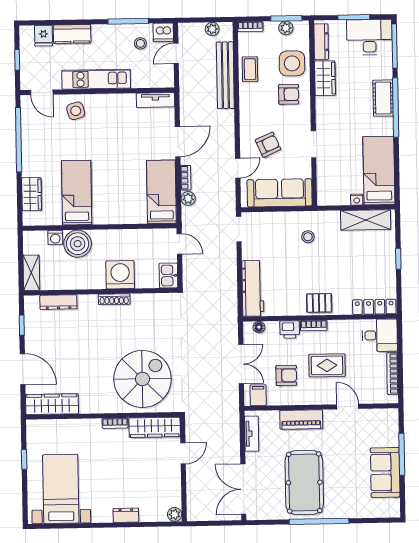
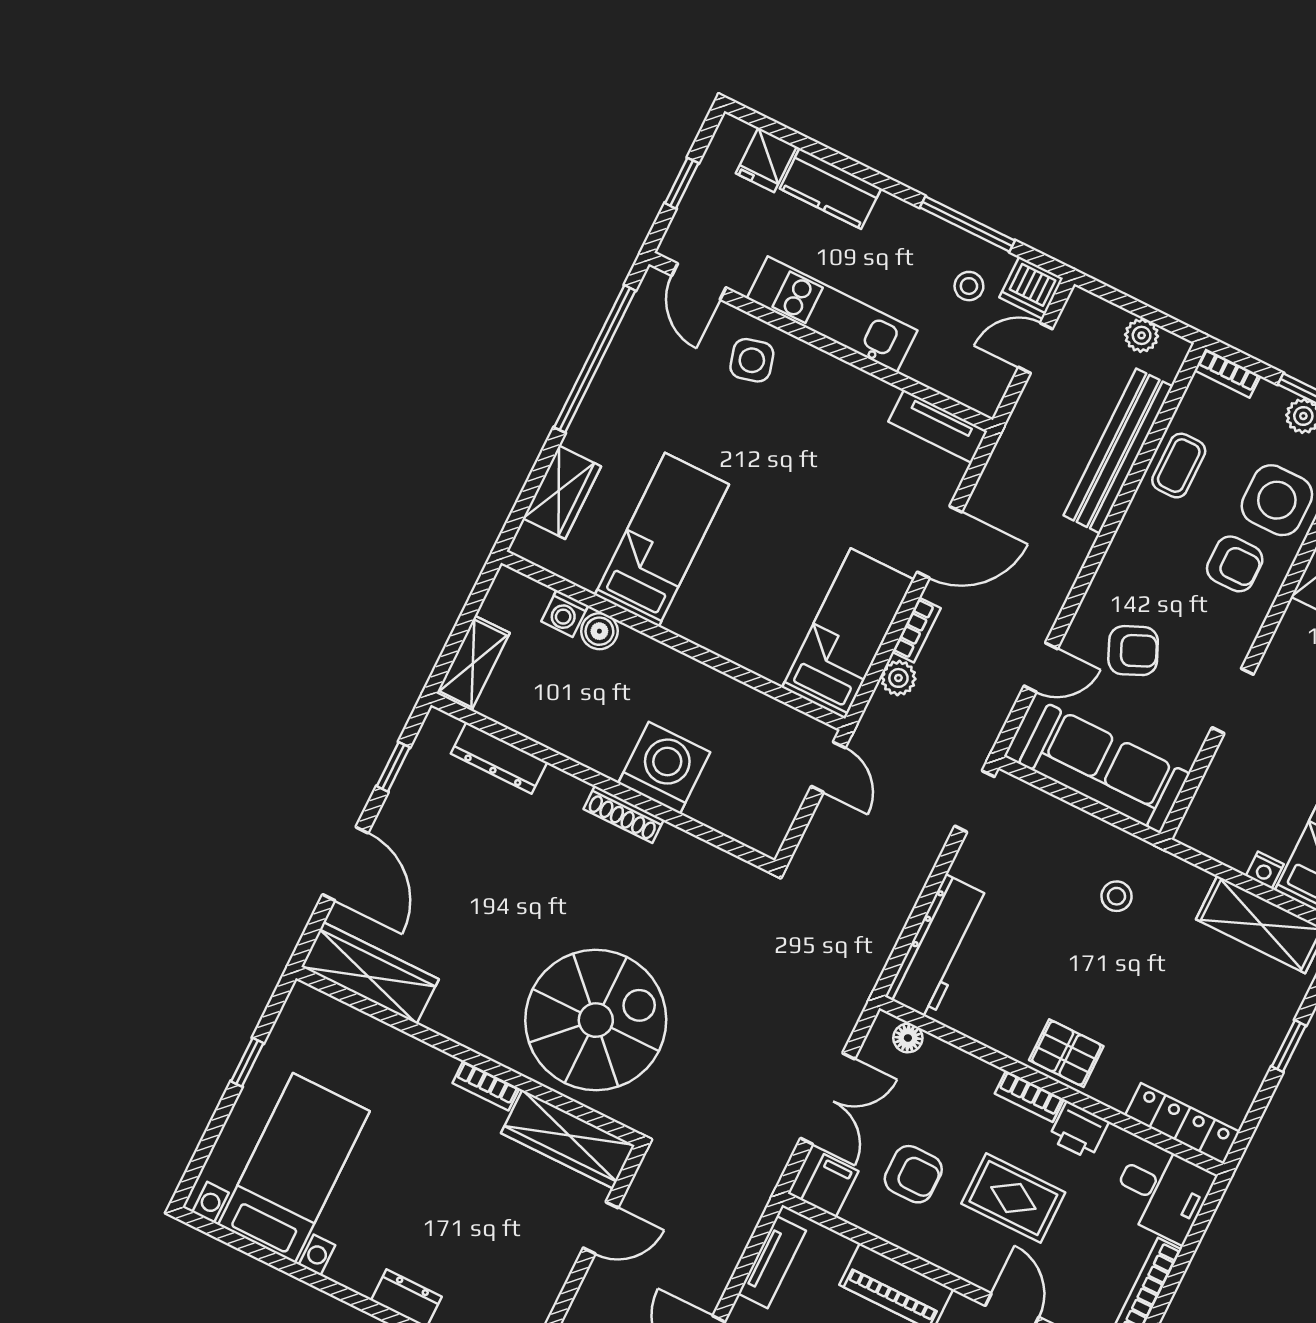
boiler: (78, 244) -> (599, 631), width x0.54, depth x0.54
kitchen sink: (168, 276) -> (769, 824), removed
printer: (290, 329) -> (1079, 1130), moved

